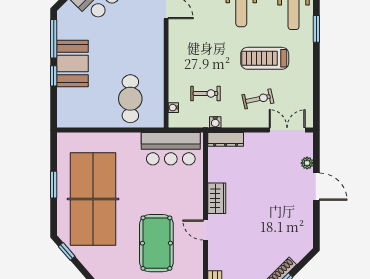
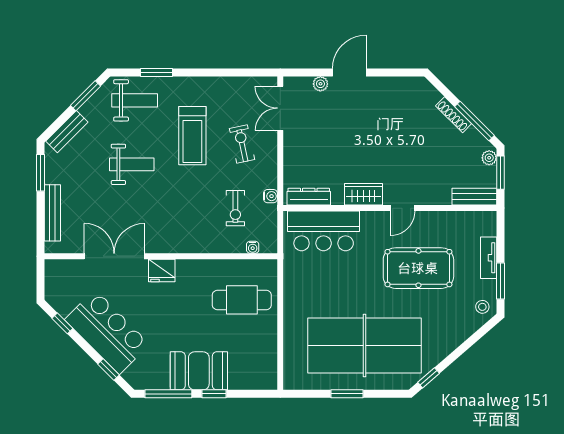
fridge: (154, 33) -> (162, 270), added
exercise bike: (205, 93) -> (235, 208), turned 180
dresser: (226, 139) -> (309, 197), moved, turned -90
bar counter: (171, 149) -> (324, 231), moved, turned 90

